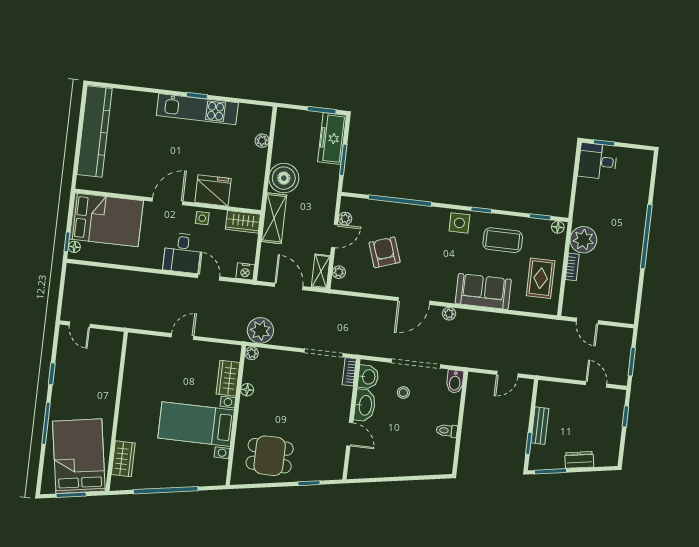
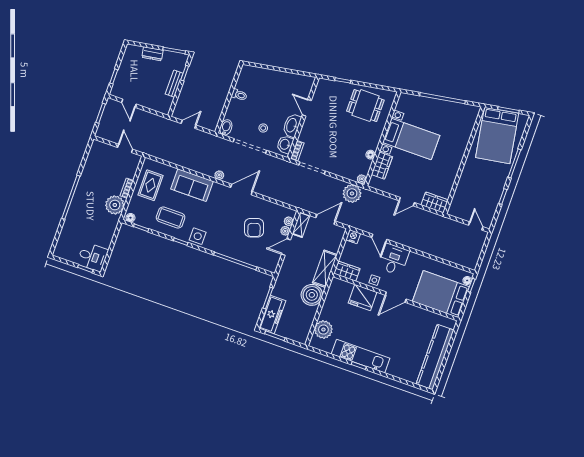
plant: (262, 141) -> (323, 330), width x1.88, depth x1.88
plant: (345, 219) -> (285, 231), moved
door: (289, 286) -> (325, 219), swing flipped
wardrobe: (123, 459) -> (435, 202), moved, turned 90

